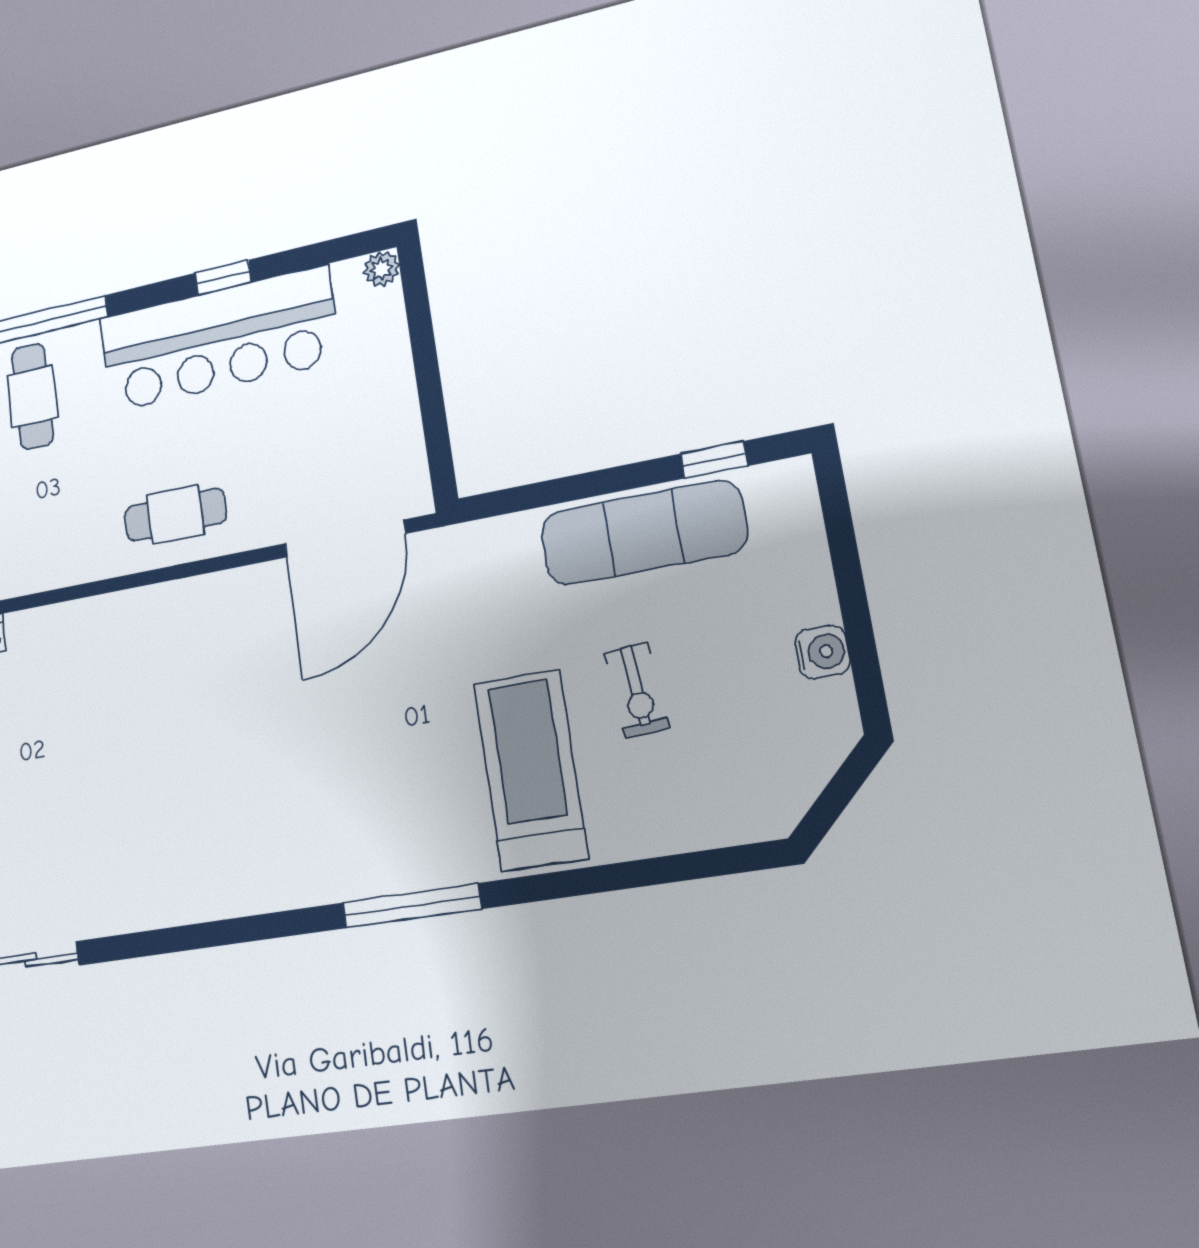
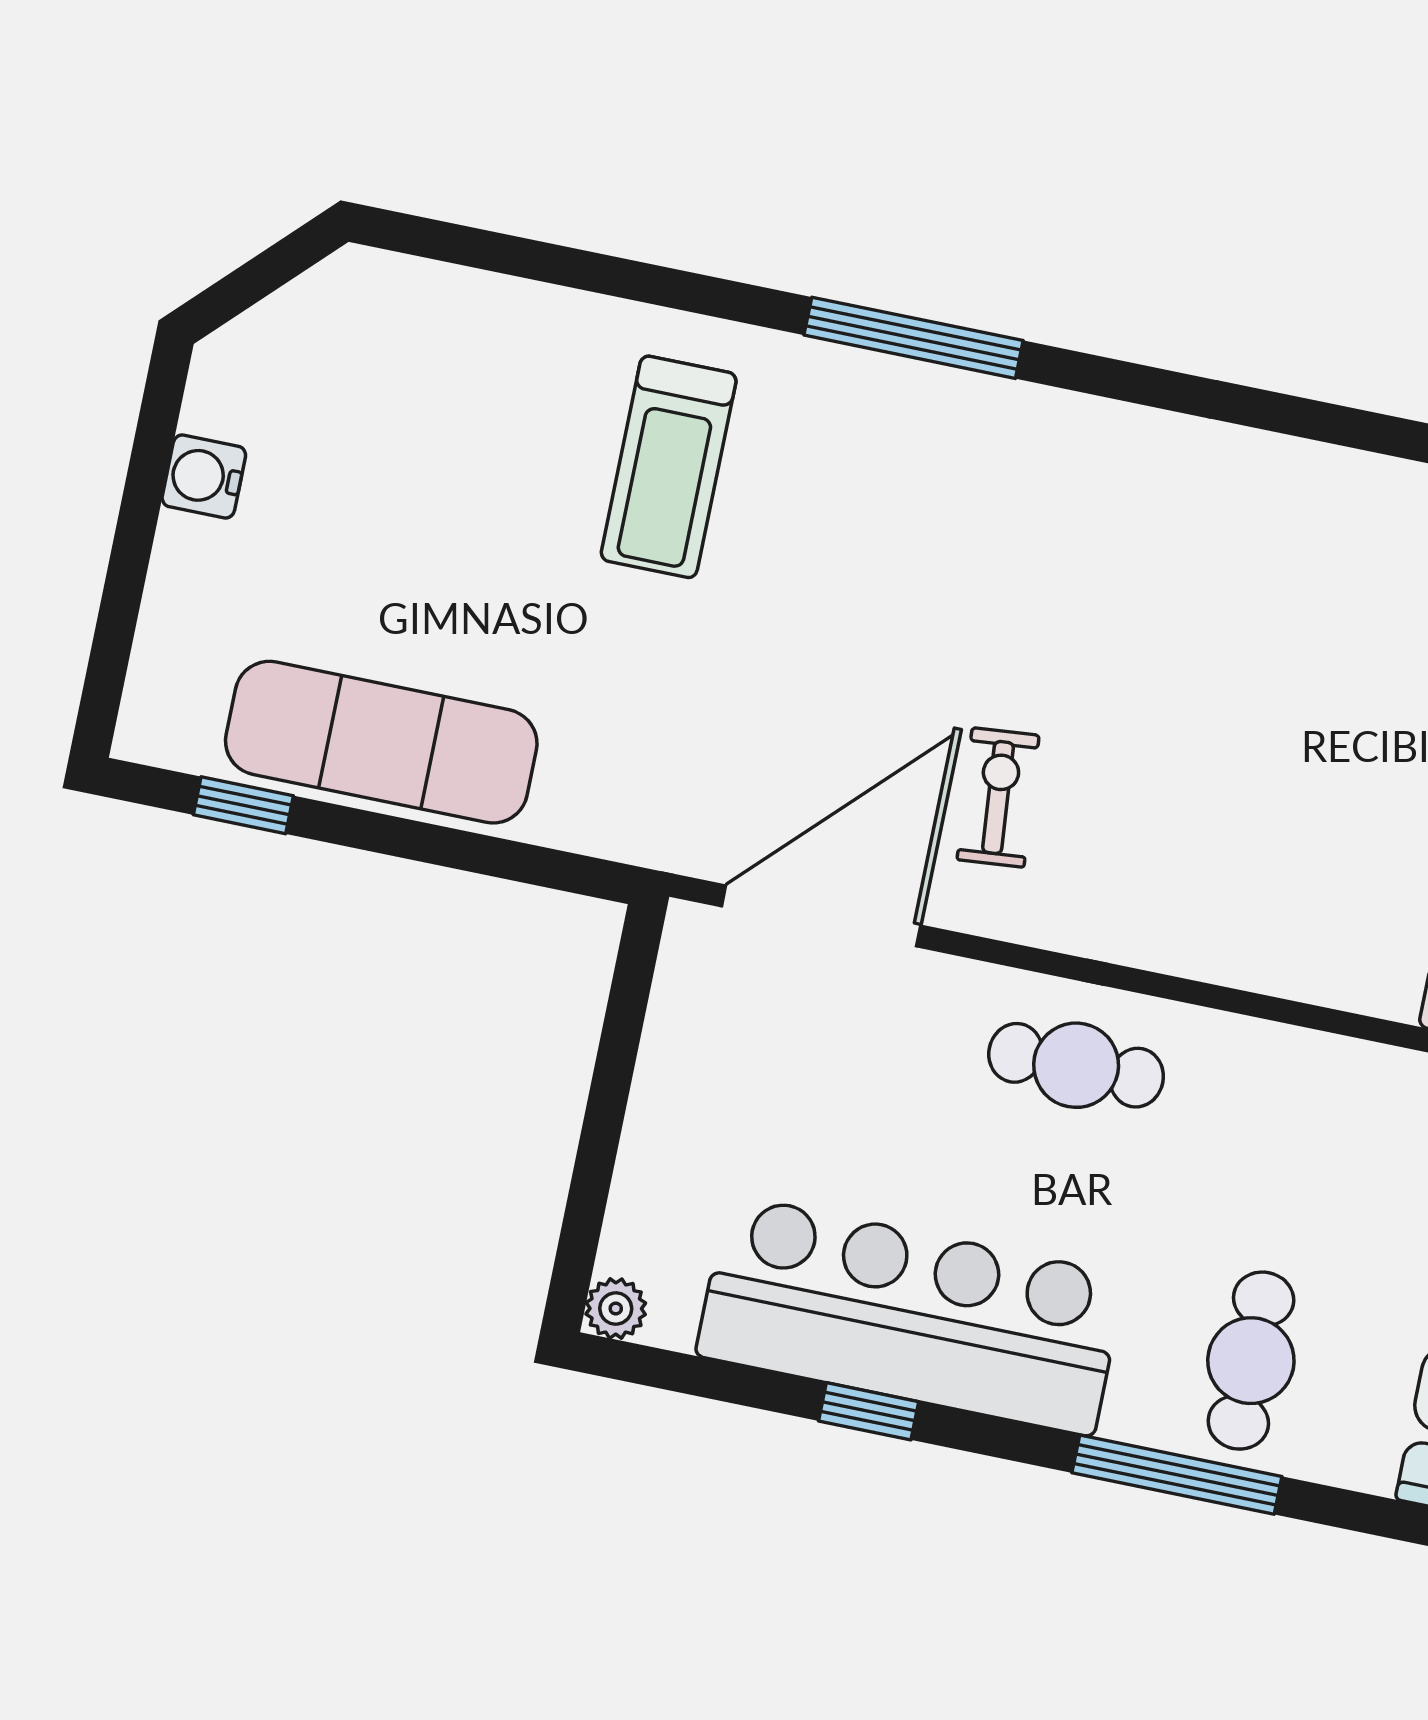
exercise bike: (637, 690) -> (998, 798), moved
treadmill: (530, 770) -> (669, 467), width x0.73, depth x0.73

